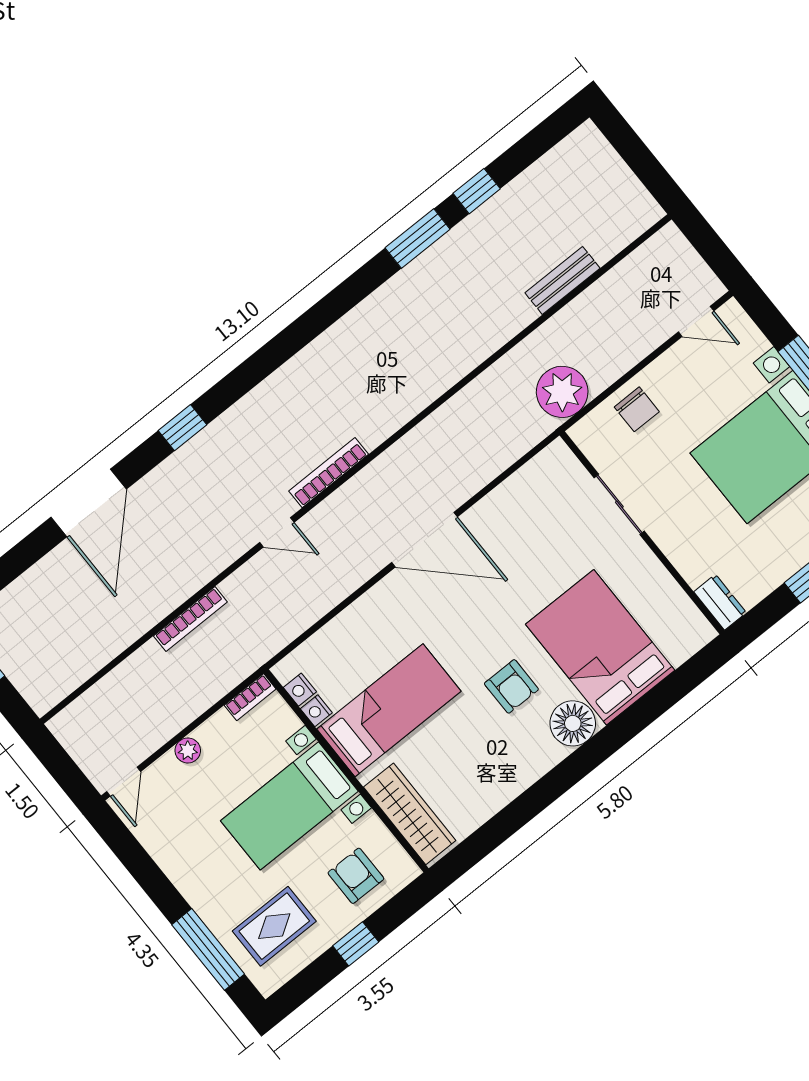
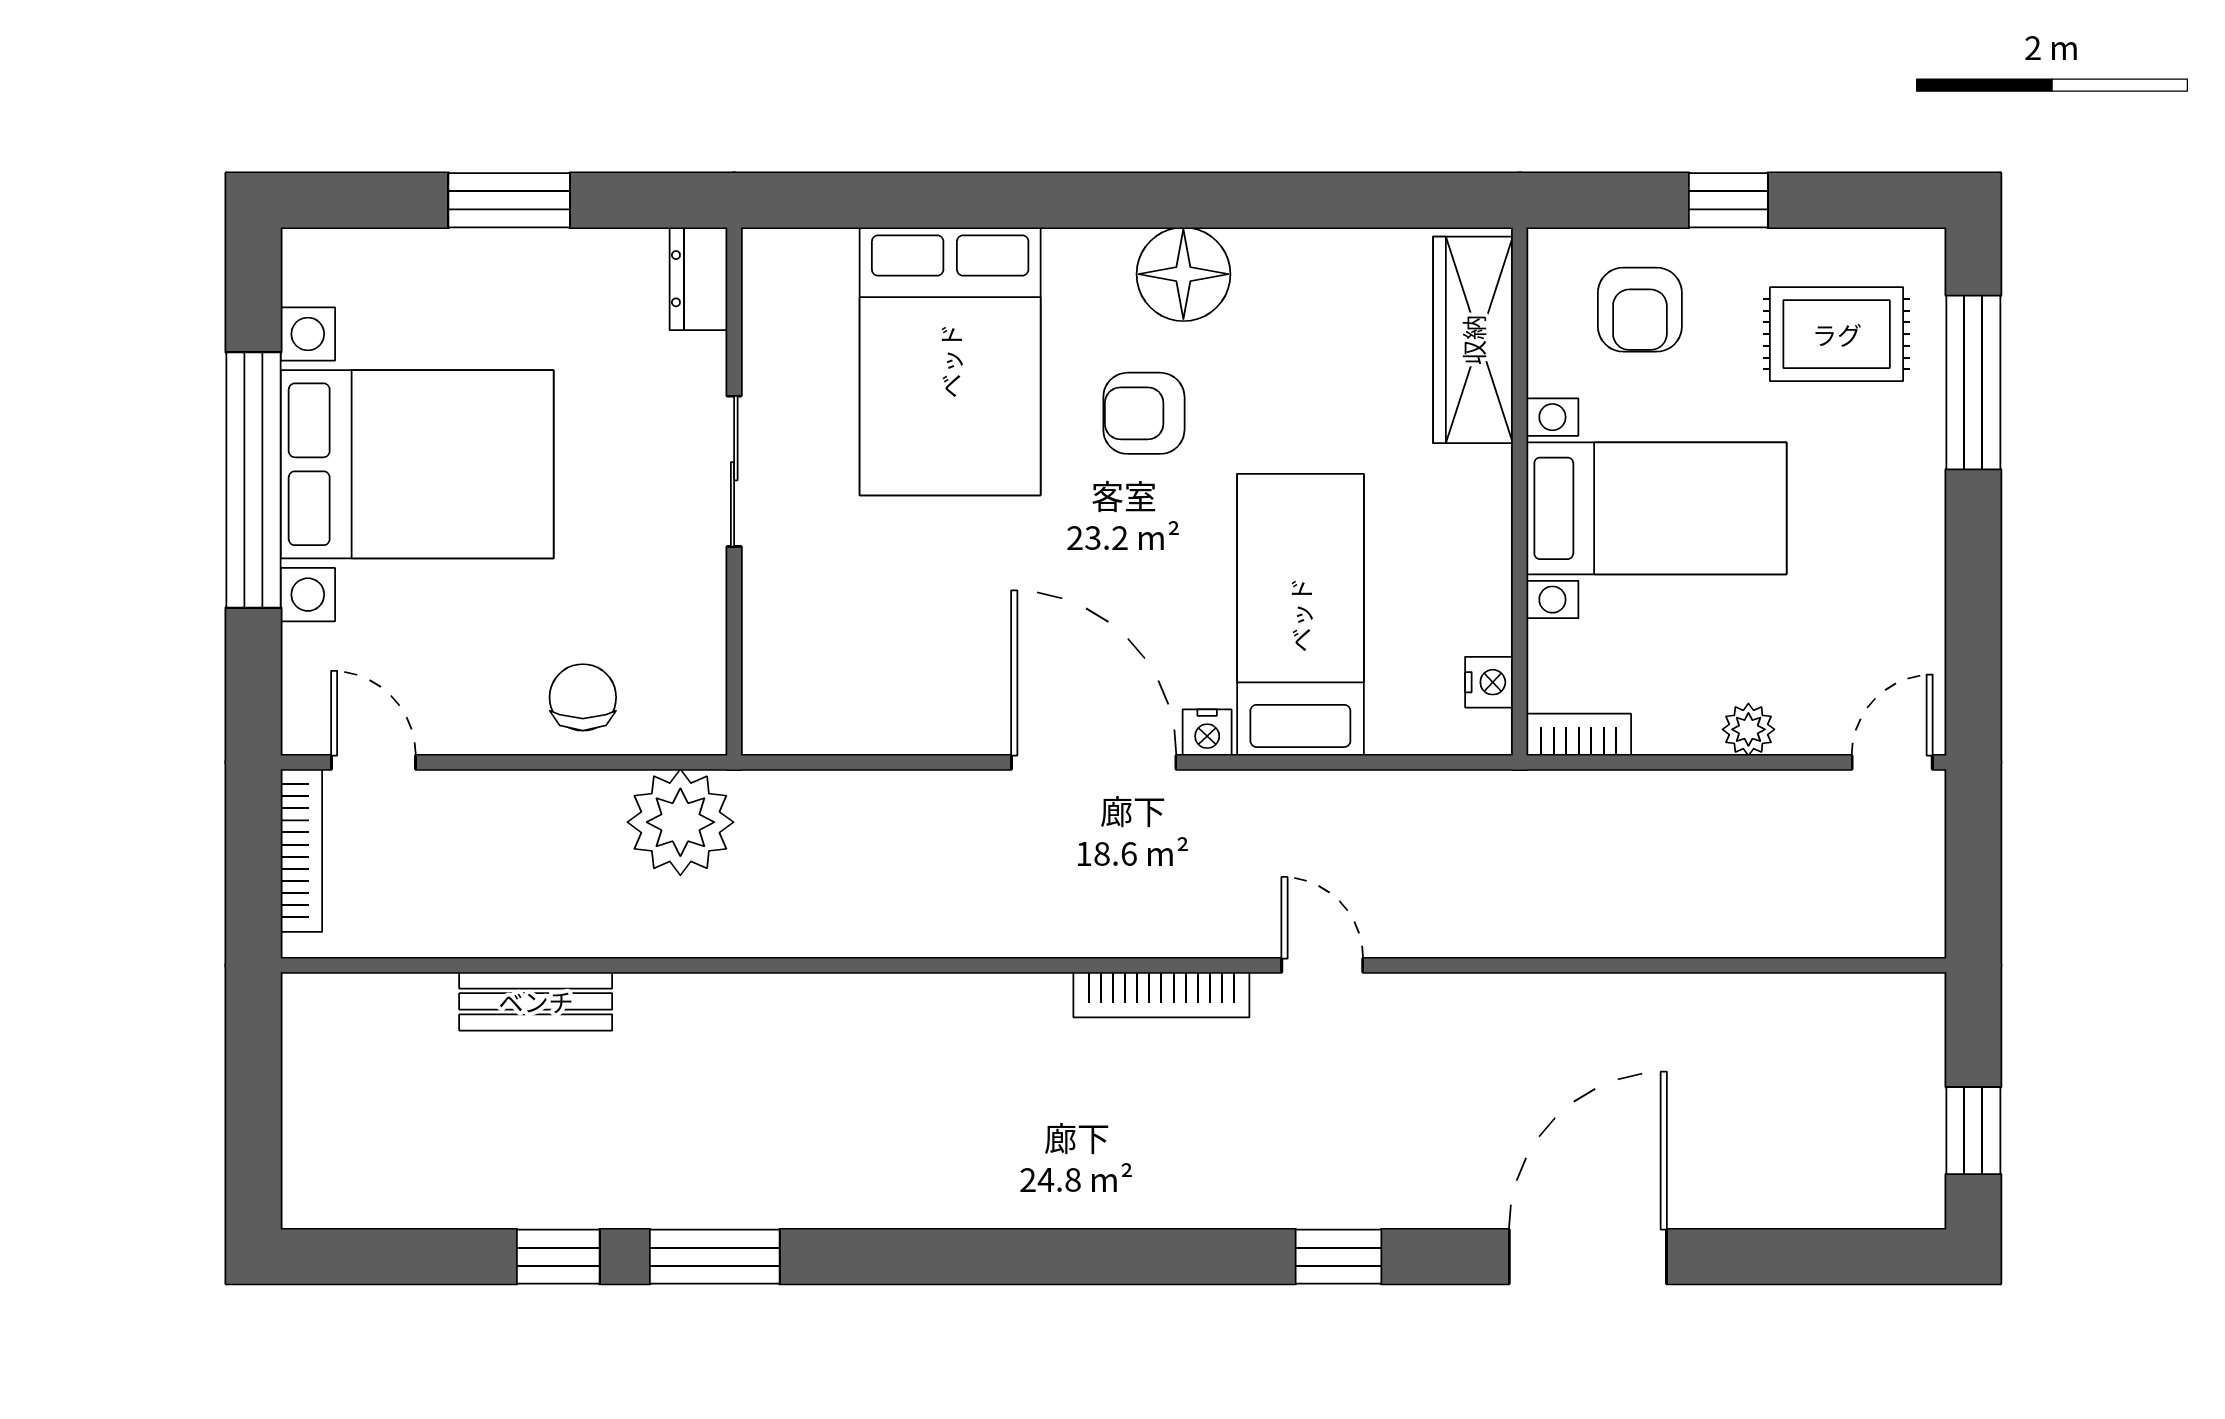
sliding door: (619, 504) -> (734, 471), moved
bookcase: (190, 619) -> (301, 851), moved, turned 90
armchair: (511, 686) -> (1144, 413), turned -90
bed: (389, 710) -> (1300, 615), moved, turned 90
nightstand: (316, 711) -> (1207, 732), moved, turned 90
floor lamp: (573, 723) -> (1183, 274), moved

